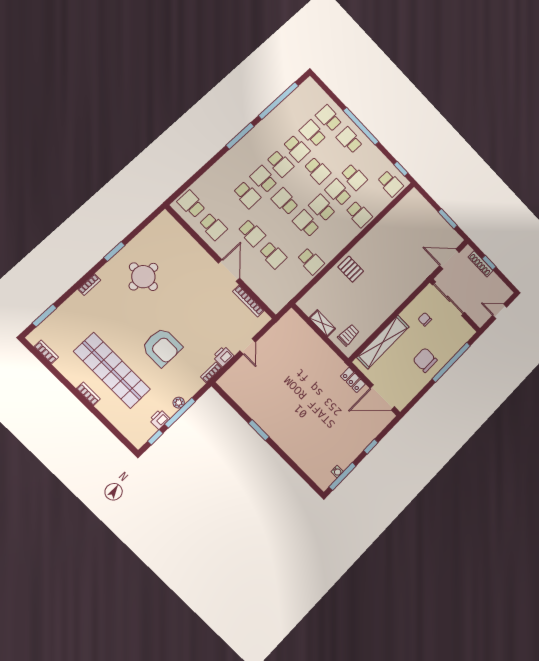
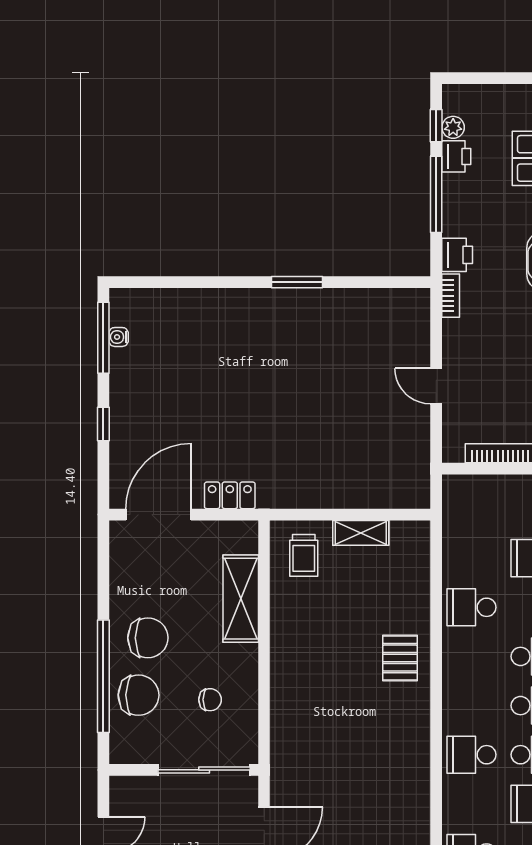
pallet: (351, 269) -> (400, 658), turned 90
shelving: (383, 342) -> (241, 599), width x0.68
chair: (446, 344) -> (139, 695), added
printer: (223, 356) -> (457, 255), moved
plant: (179, 403) -> (453, 127), moved

